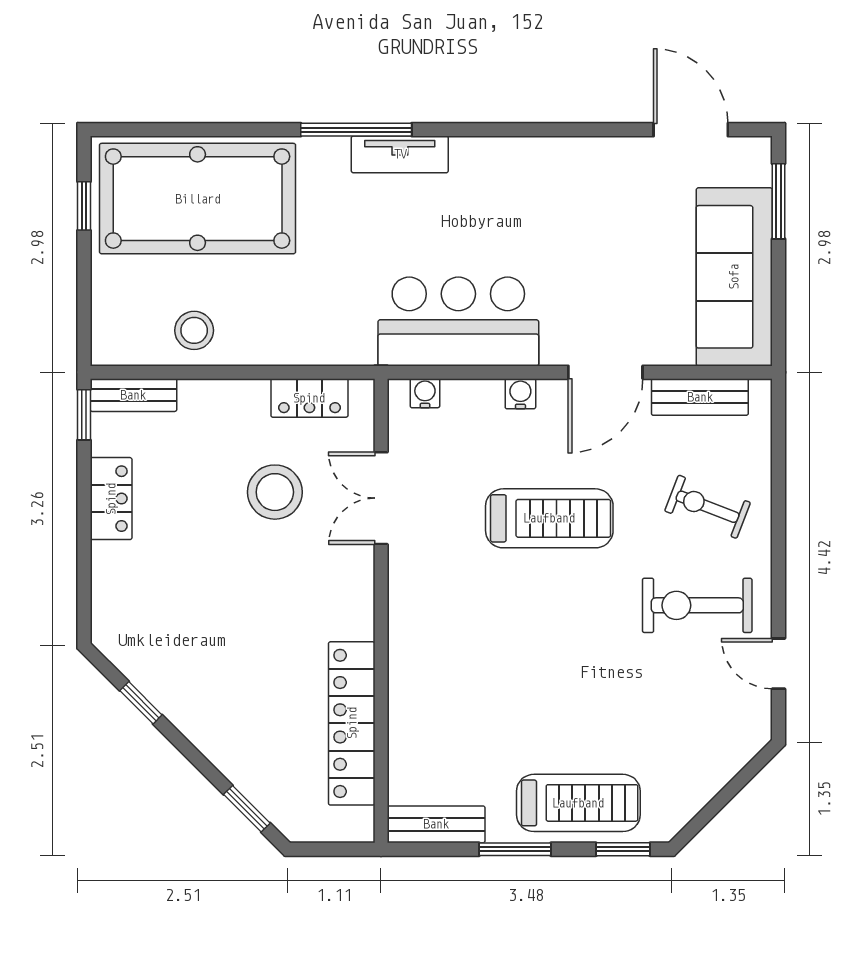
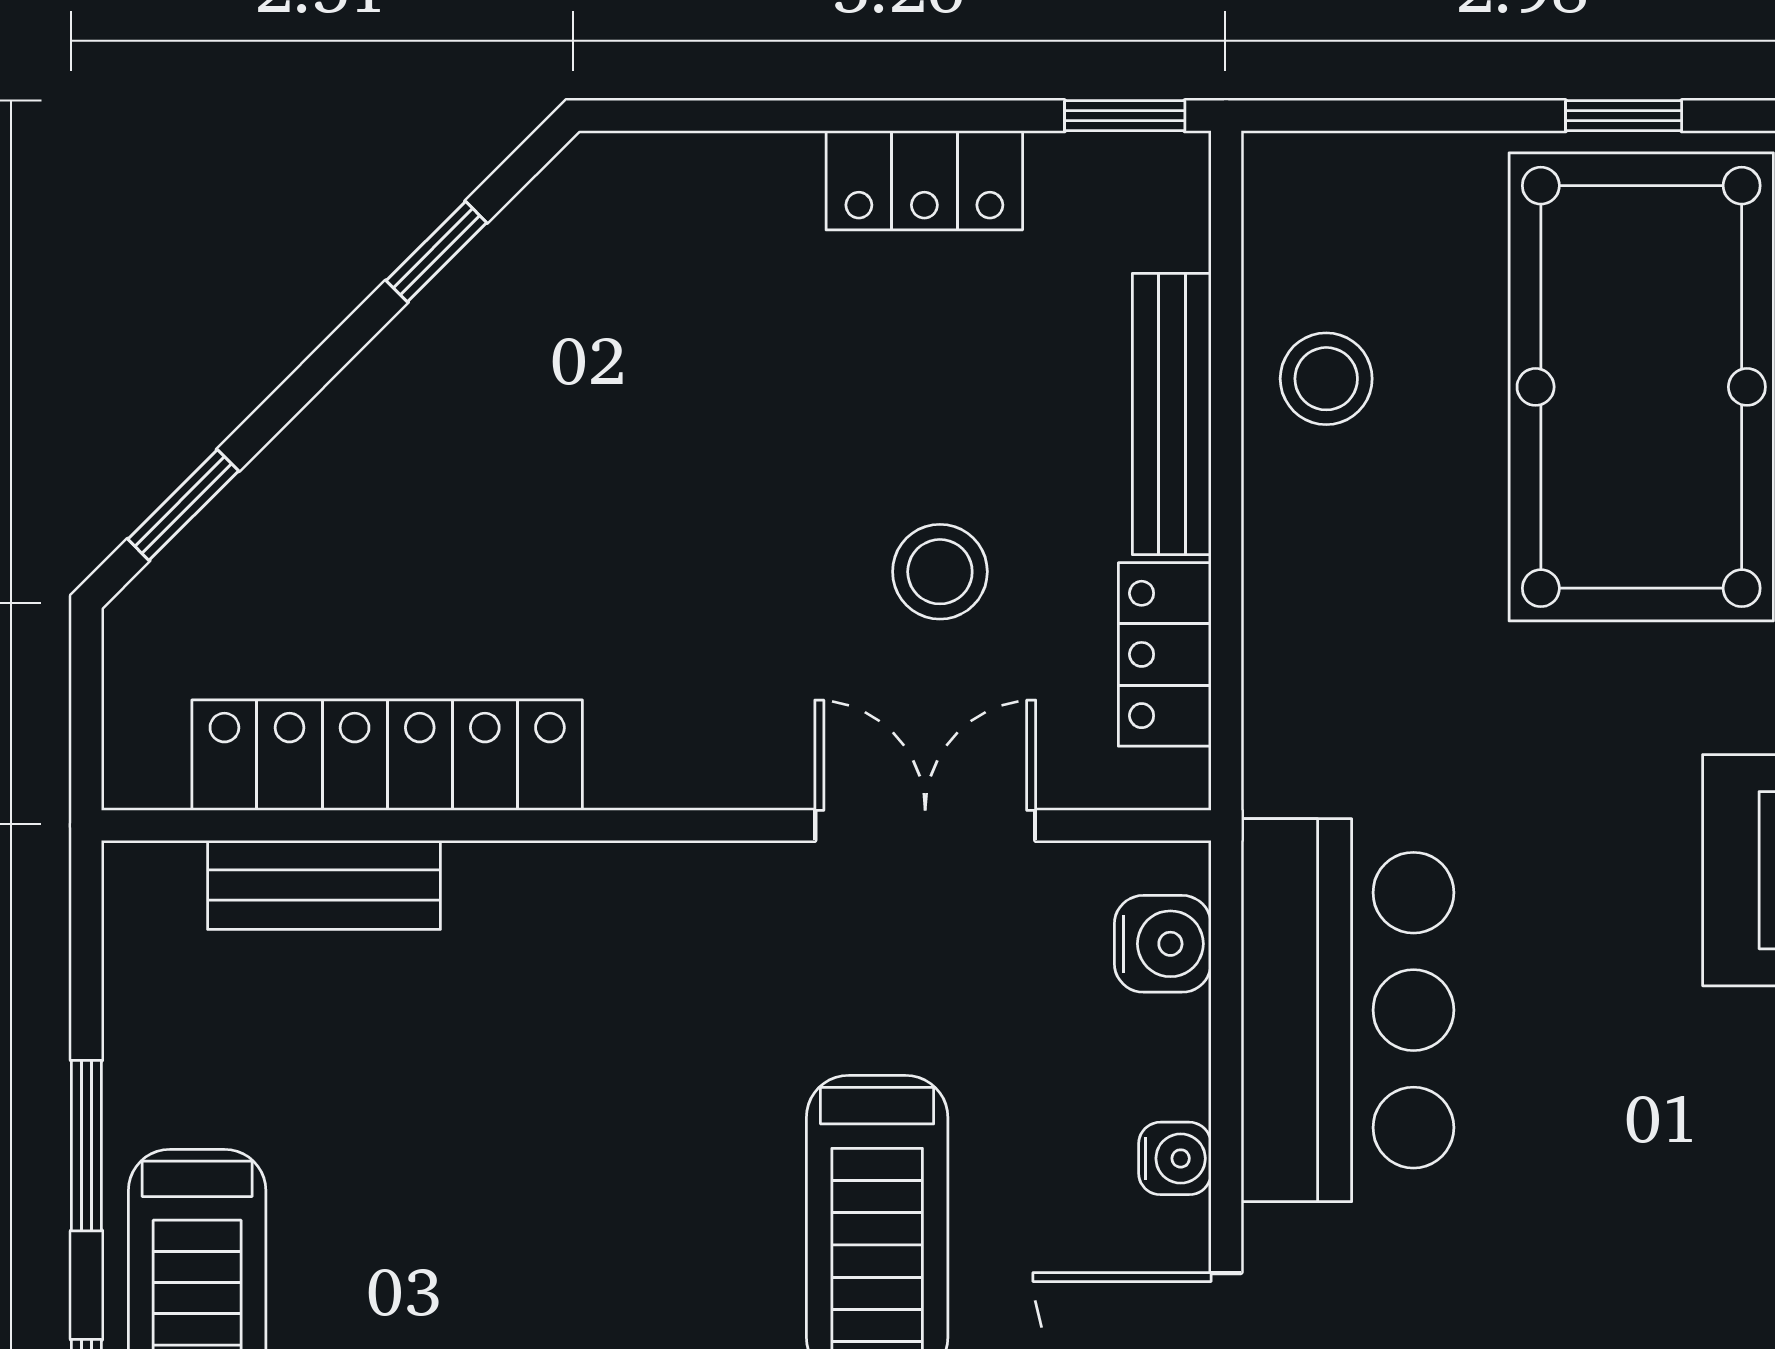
water cooler: (425, 393) -> (1163, 944), width x1.38, depth x1.38
bench: (133, 395) -> (1172, 414), moved, width x1.36
stool: (275, 492) -> (940, 572), width x0.73, depth x0.73
bench: (436, 824) -> (324, 885), moved, turned 90

